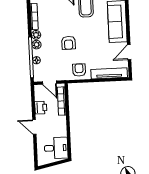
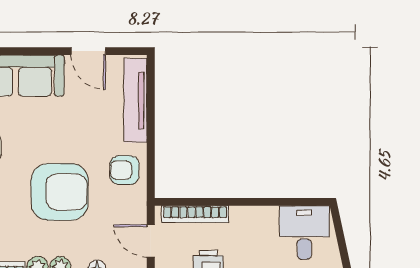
armchair: (69, 43) -> (60, 192), width x1.88, depth x1.88
door: (49, 83) -> (151, 241), swing flipped

